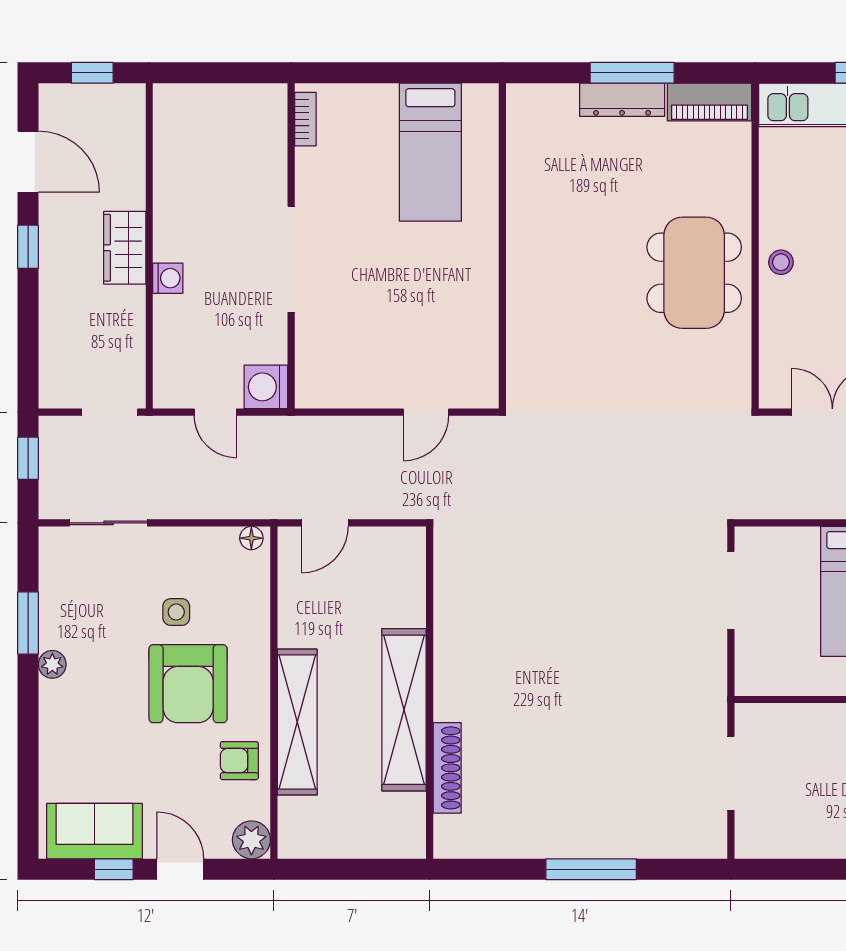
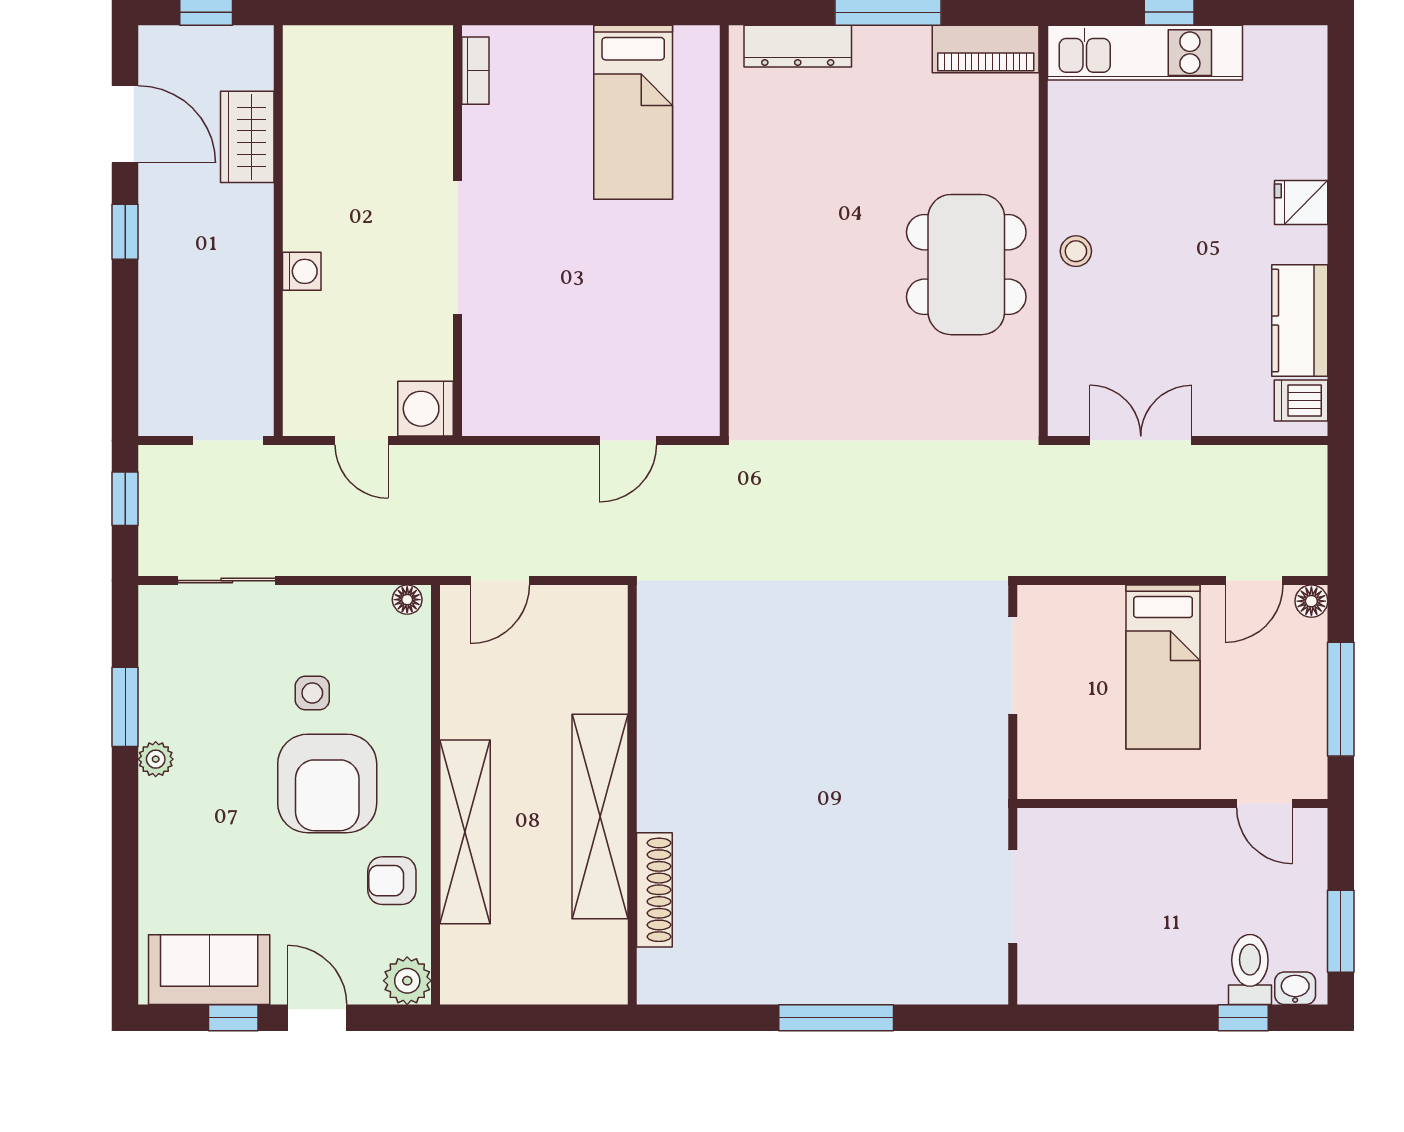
dresser: (622, 100) -> (798, 46), moved
wardrobe: (125, 248) -> (247, 137), moved

